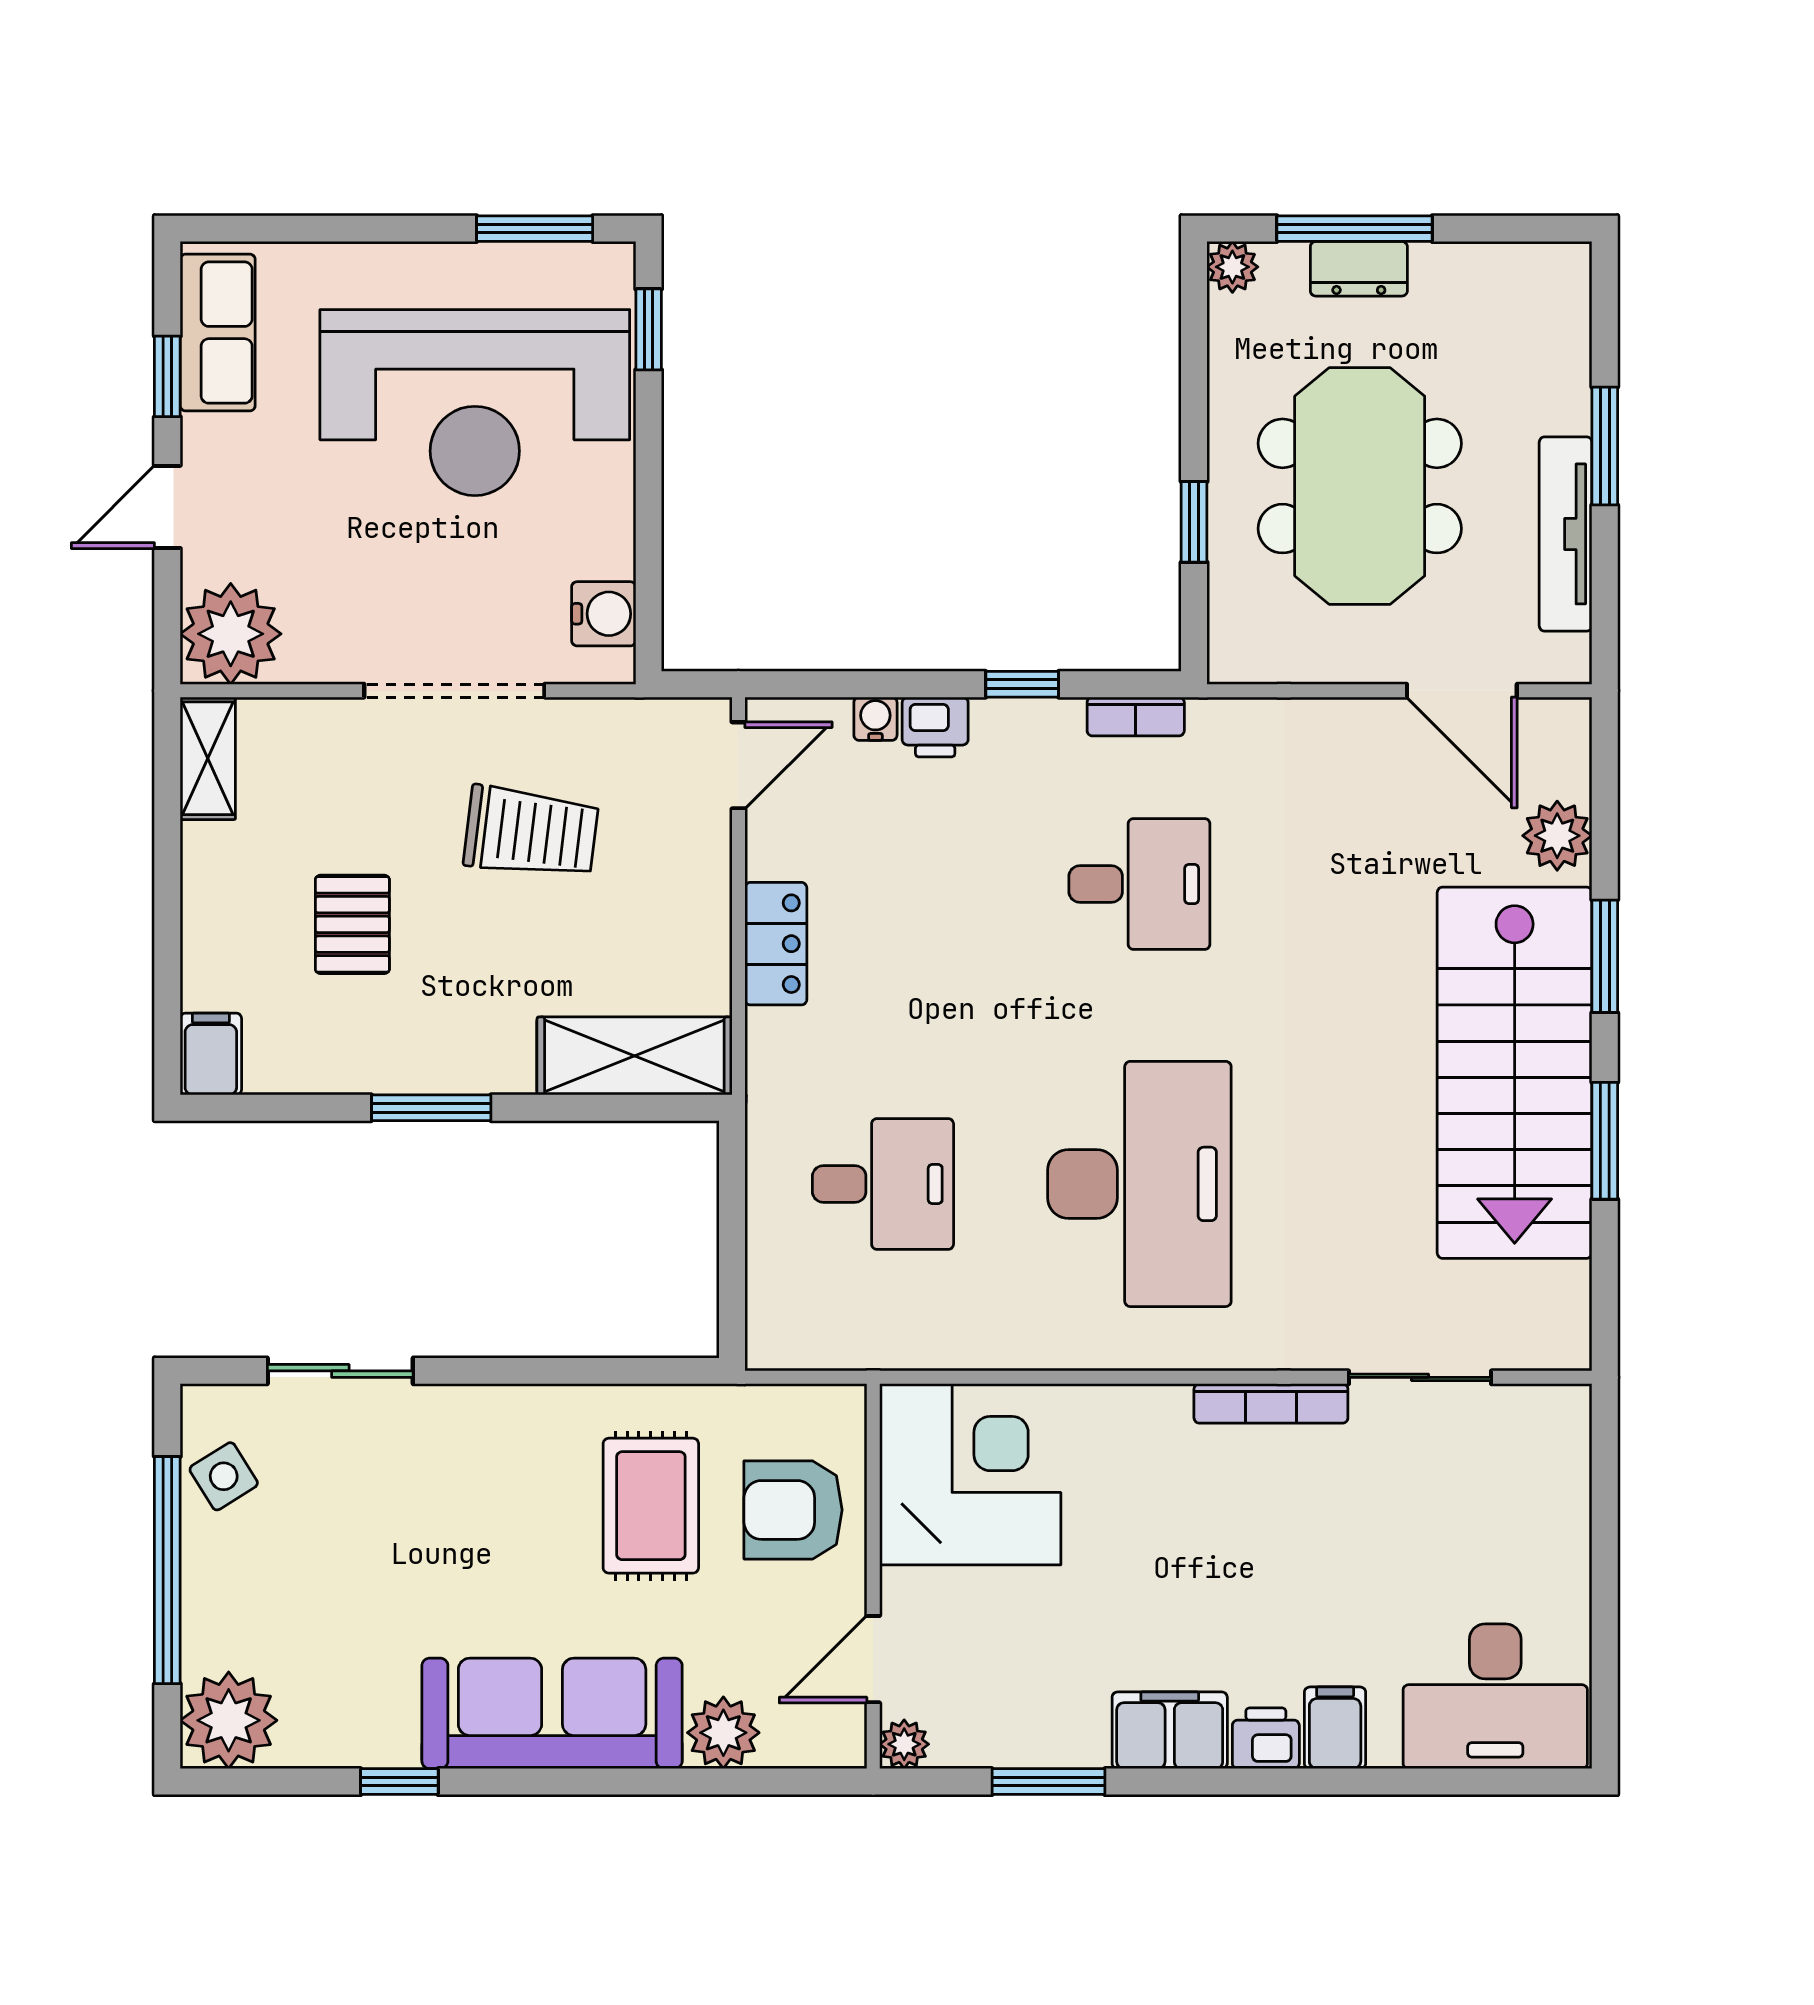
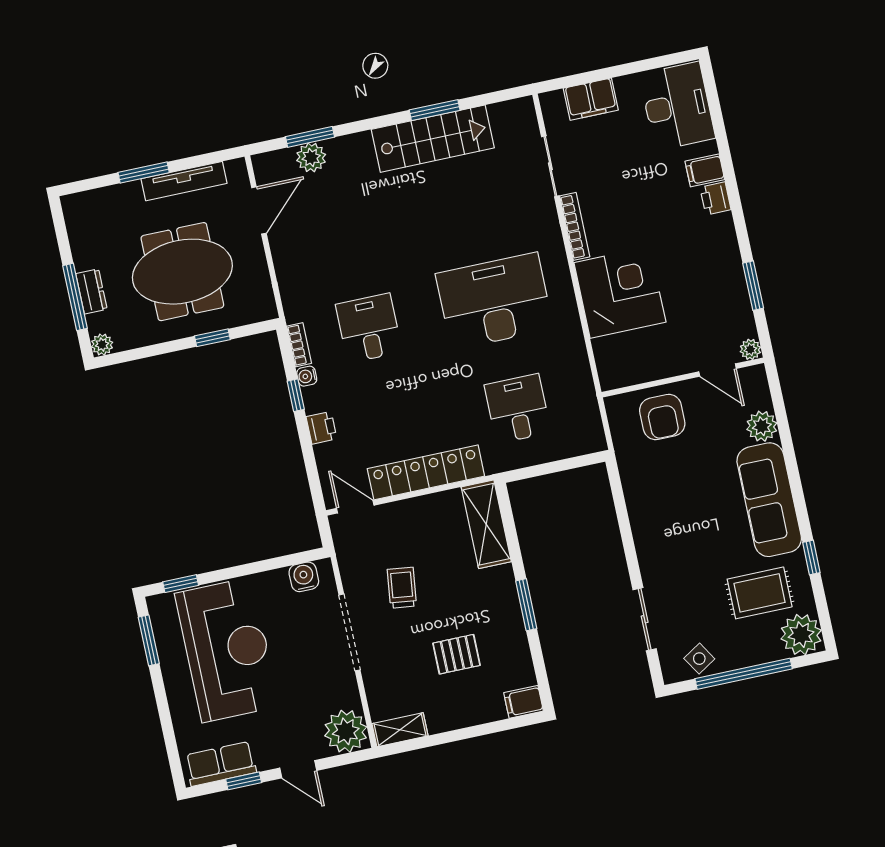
water cooler: (875, 719) -> (307, 376), moved
trolley: (531, 832) -> (402, 588), width x0.73, depth x0.72
locker: (776, 944) -> (426, 472), width x2.16, depth x1.21
window: (1605, 956) -> (310, 137), moved
stairs: (1515, 1073) -> (433, 139), width x0.73, depth x0.66
corner desk: (970, 1474) -> (620, 292), moved, turned 90
rug: (651, 1506) -> (760, 593), moved
filing cabinet: (1170, 1730) -> (591, 99), moved, turned -90

